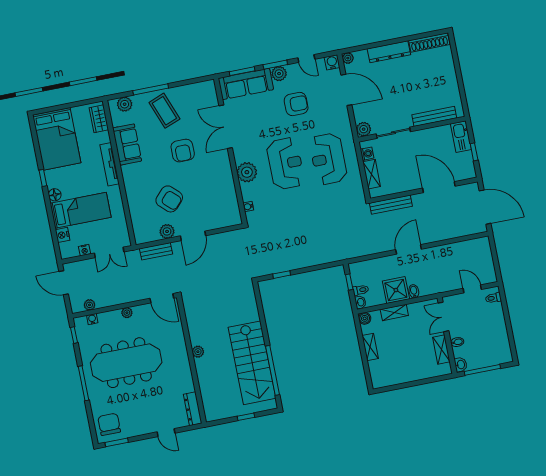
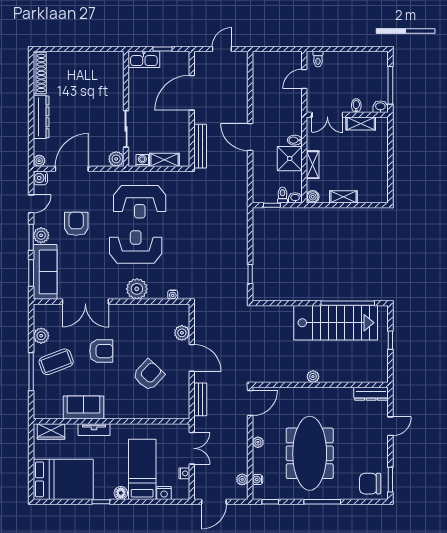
plant: (125, 104) -> (41, 336), moved
bench: (434, 116) -> (117, 83), removed
tv unit: (110, 164) -> (94, 430), width x0.71
door: (485, 207) -> (222, 49), width x0.53
plant: (167, 231) -> (182, 333), moved

